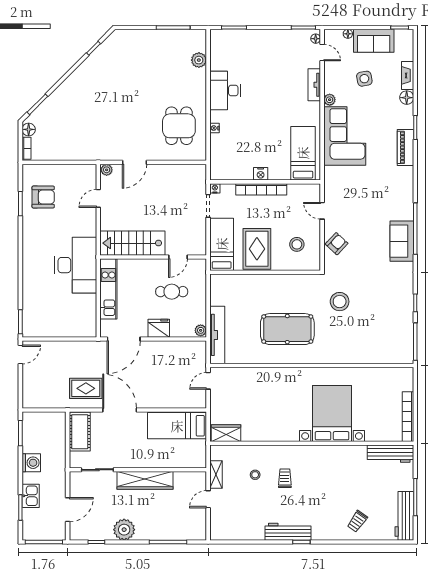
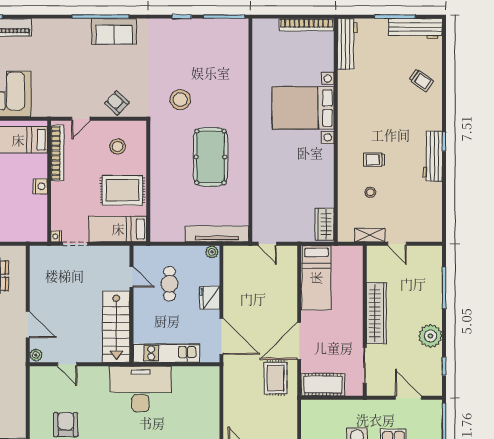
bookcase: (261, 189) -> (57, 153), moved

